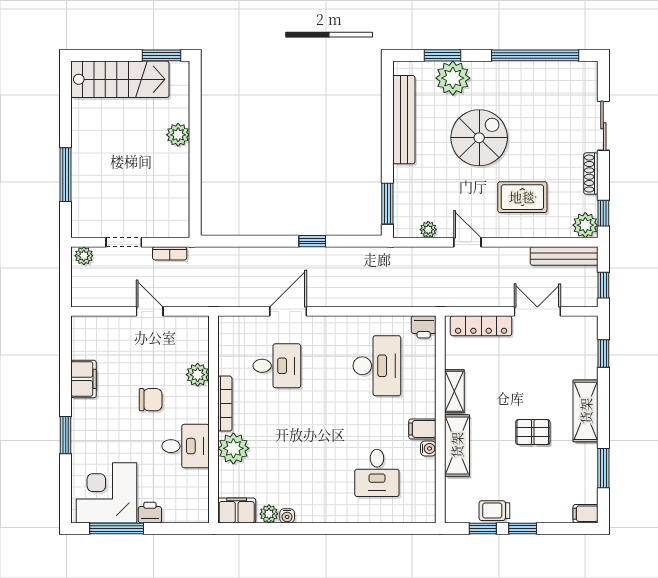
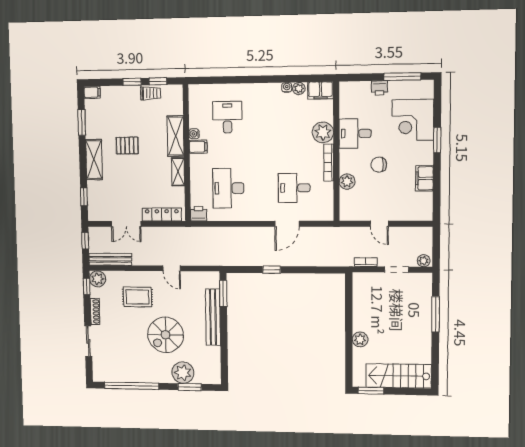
bench: (404, 120) -> (213, 317), moved
plant: (428, 230) -> (197, 277), removed
corner desk: (107, 493) -> (413, 120), moved, turned 90

